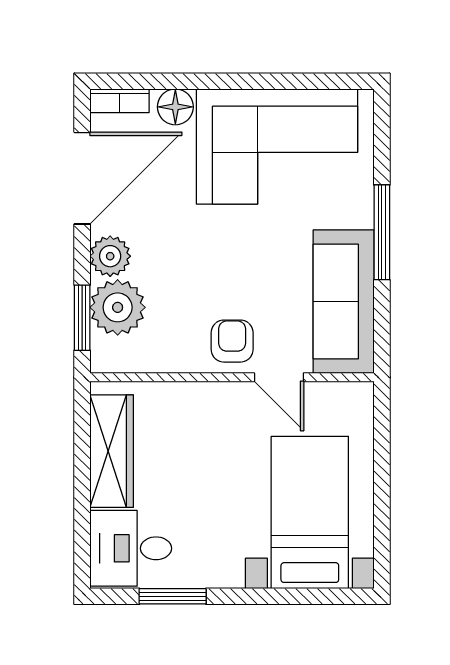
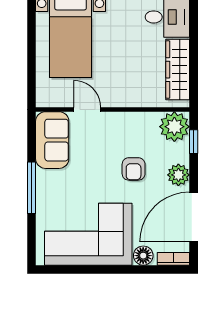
sofa: (344, 302) -> (52, 140), width x0.73
plant: (118, 307) -> (174, 127), moved
window: (82, 318) -> (194, 142), width x0.67
armchair: (232, 341) -> (134, 169), moved

